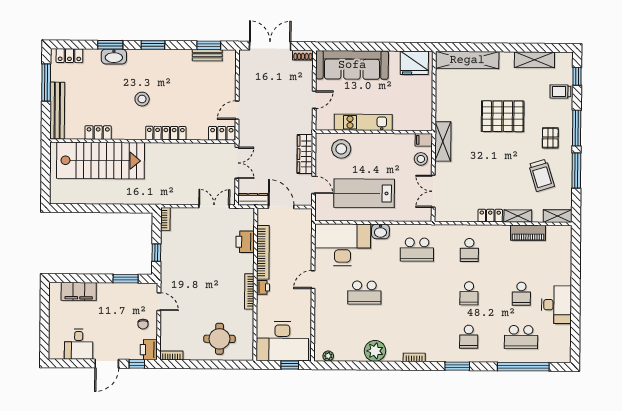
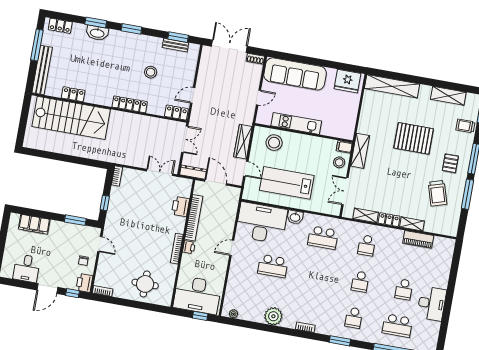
stool: (142, 99) -> (151, 72), moved
shelving: (558, 216) -> (366, 215), moved

